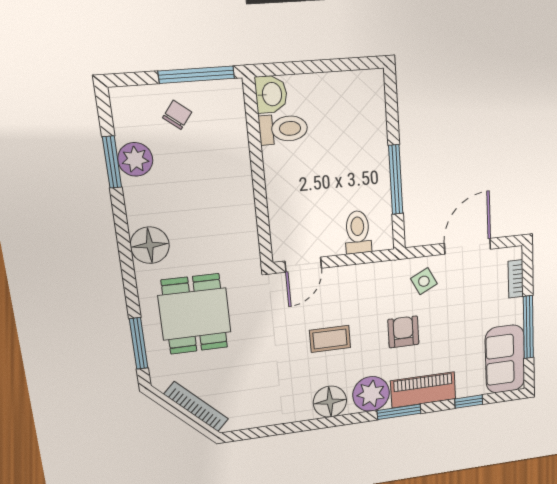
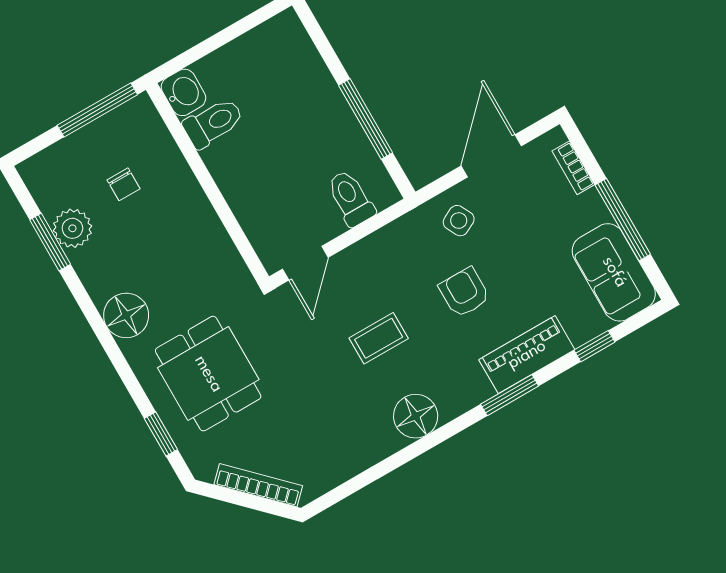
chair: (177, 115) -> (124, 184), moved, turned 142
window: (139, 343) -> (161, 434), width x0.67
plant: (371, 394) -> (462, 386), removed

